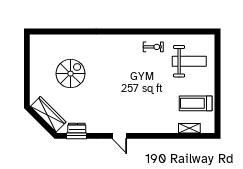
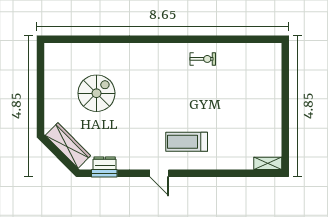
weight bench: (189, 61) -> (249, 77), removed
treadmill: (196, 103) -> (187, 142), moved
shelving: (189, 128) -> (268, 163), moved

